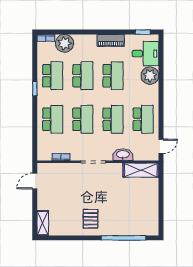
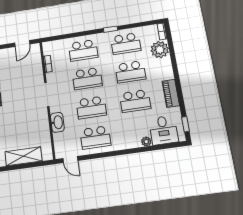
plant: (150, 76) -> (146, 142), width x0.53, depth x0.53
shelving: (141, 170) -> (23, 156), moved, turned 90
door: (35, 181) -> (22, 43), swing flipped

